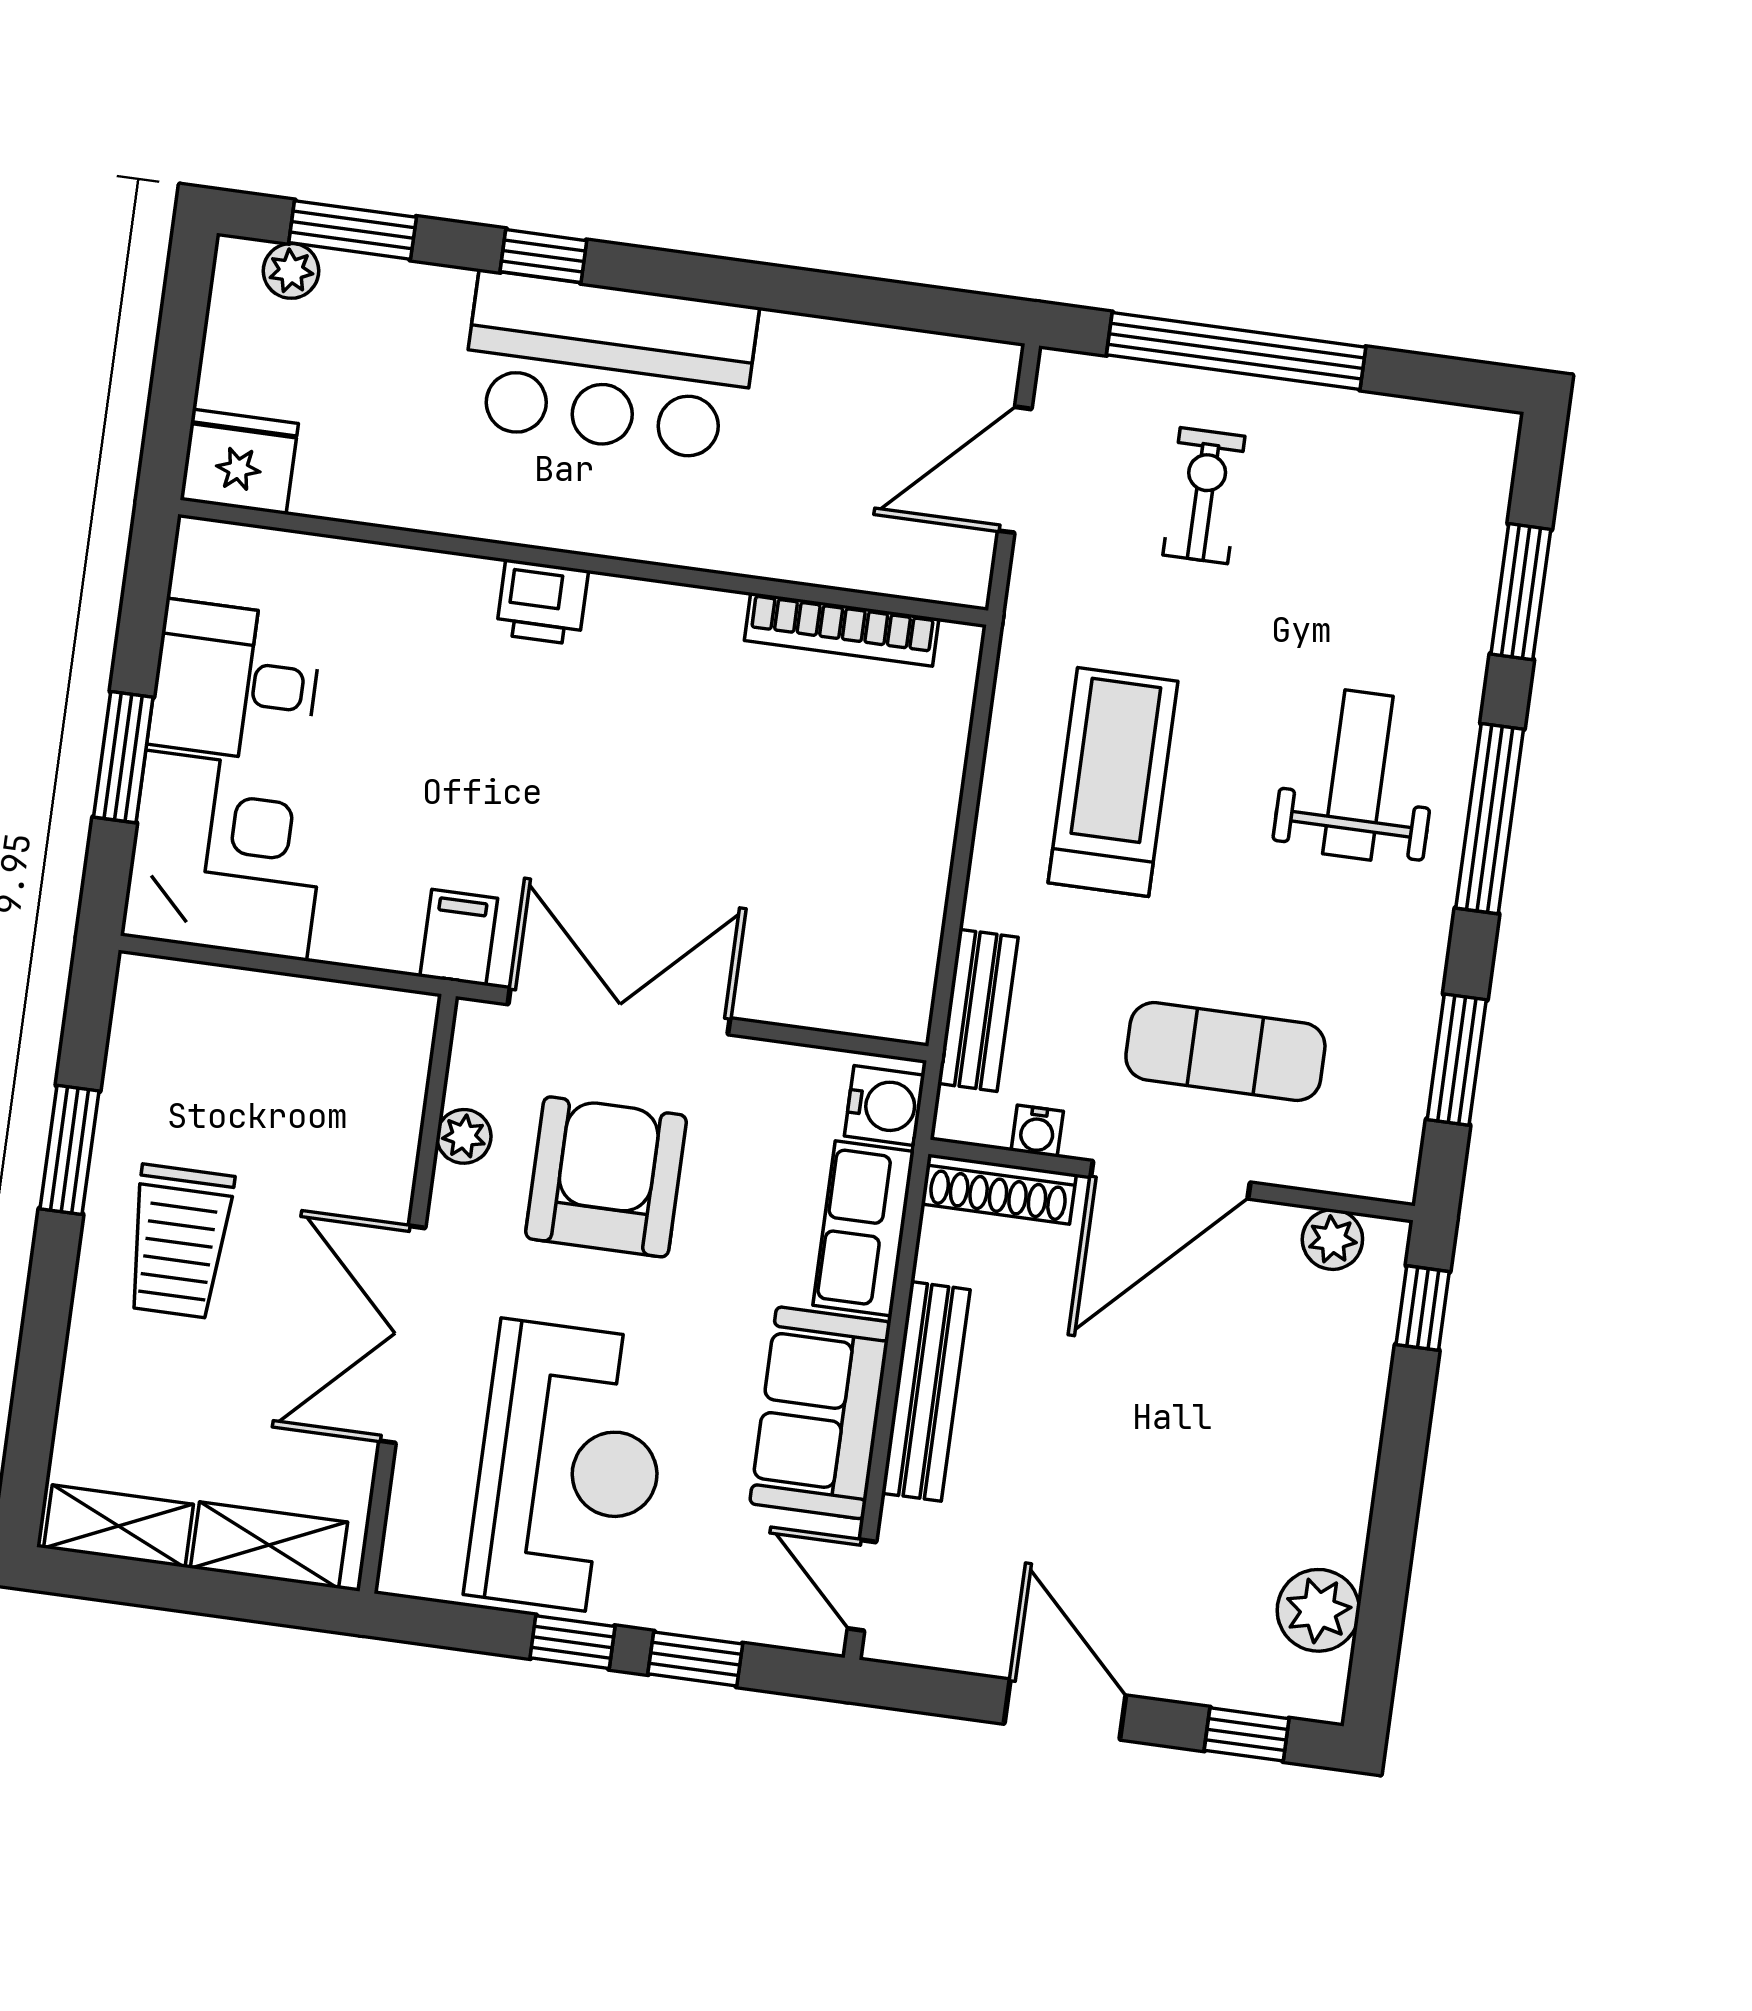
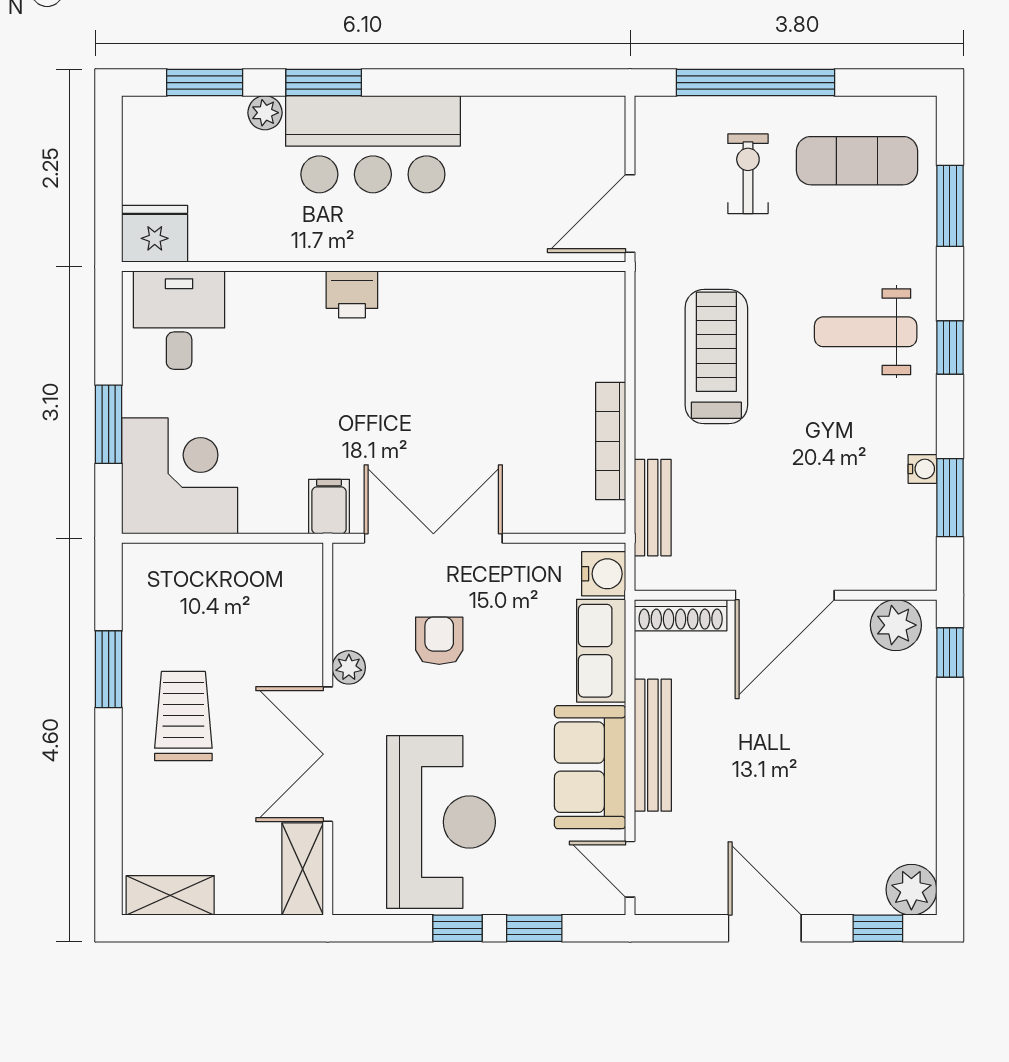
window: (543, 256) -> (324, 83), width x1.50
plant: (291, 271) -> (265, 113), moved
door: (1015, 470) -> (630, 214), moved
bookcase: (842, 629) -> (611, 441), moved, turned 90
desk: (235, 682) -> (179, 320), moved, turned 90
weight bench: (1358, 775) -> (866, 332), turned -90
window: (1490, 819) -> (950, 347), width x0.46
exercise mat: (1225, 1052) -> (857, 161), moved
water cooler: (1037, 1131) -> (922, 469), moved, turned -90
plant: (464, 1136) -> (349, 667), moved
armchair: (606, 1177) -> (439, 641), width x0.53, depth x0.53
plant: (1332, 1239) -> (896, 625), width x1.38, depth x1.38
trolley: (179, 1241) -> (183, 716), turned 180
shelving: (269, 1545) -> (303, 869), moved, turned 90
plant: (1318, 1610) -> (911, 890), moved

